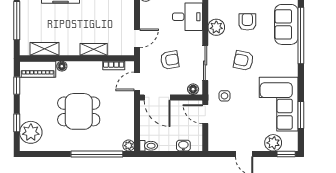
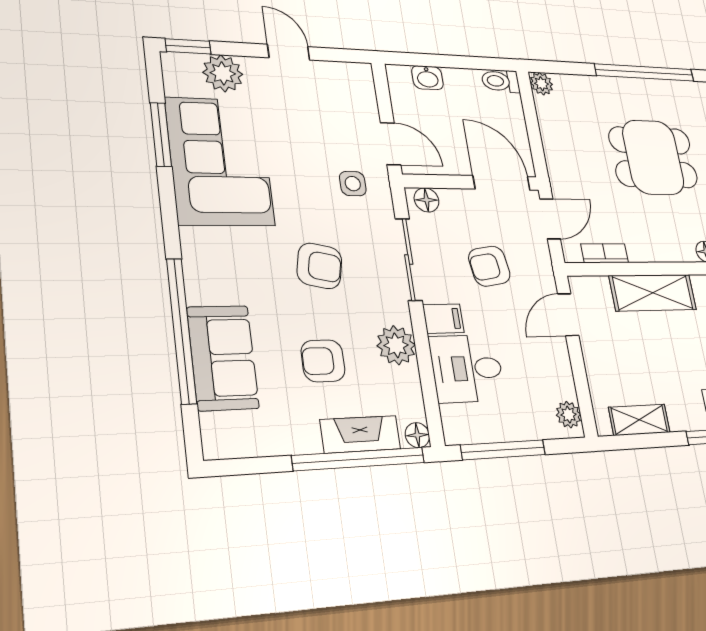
armchair: (247, 22) -> (323, 361), turned 90
filing cabinet: (194, 38) -> (443, 319), added
shelving: (94, 49) -> (653, 293), width x1.50, depth x1.33
window: (97, 154) -> (645, 72), moved

